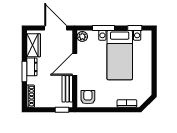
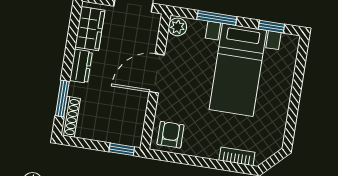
window: (24, 72) -> (62, 99), moved
bench: (67, 89) -> (137, 114), removed

